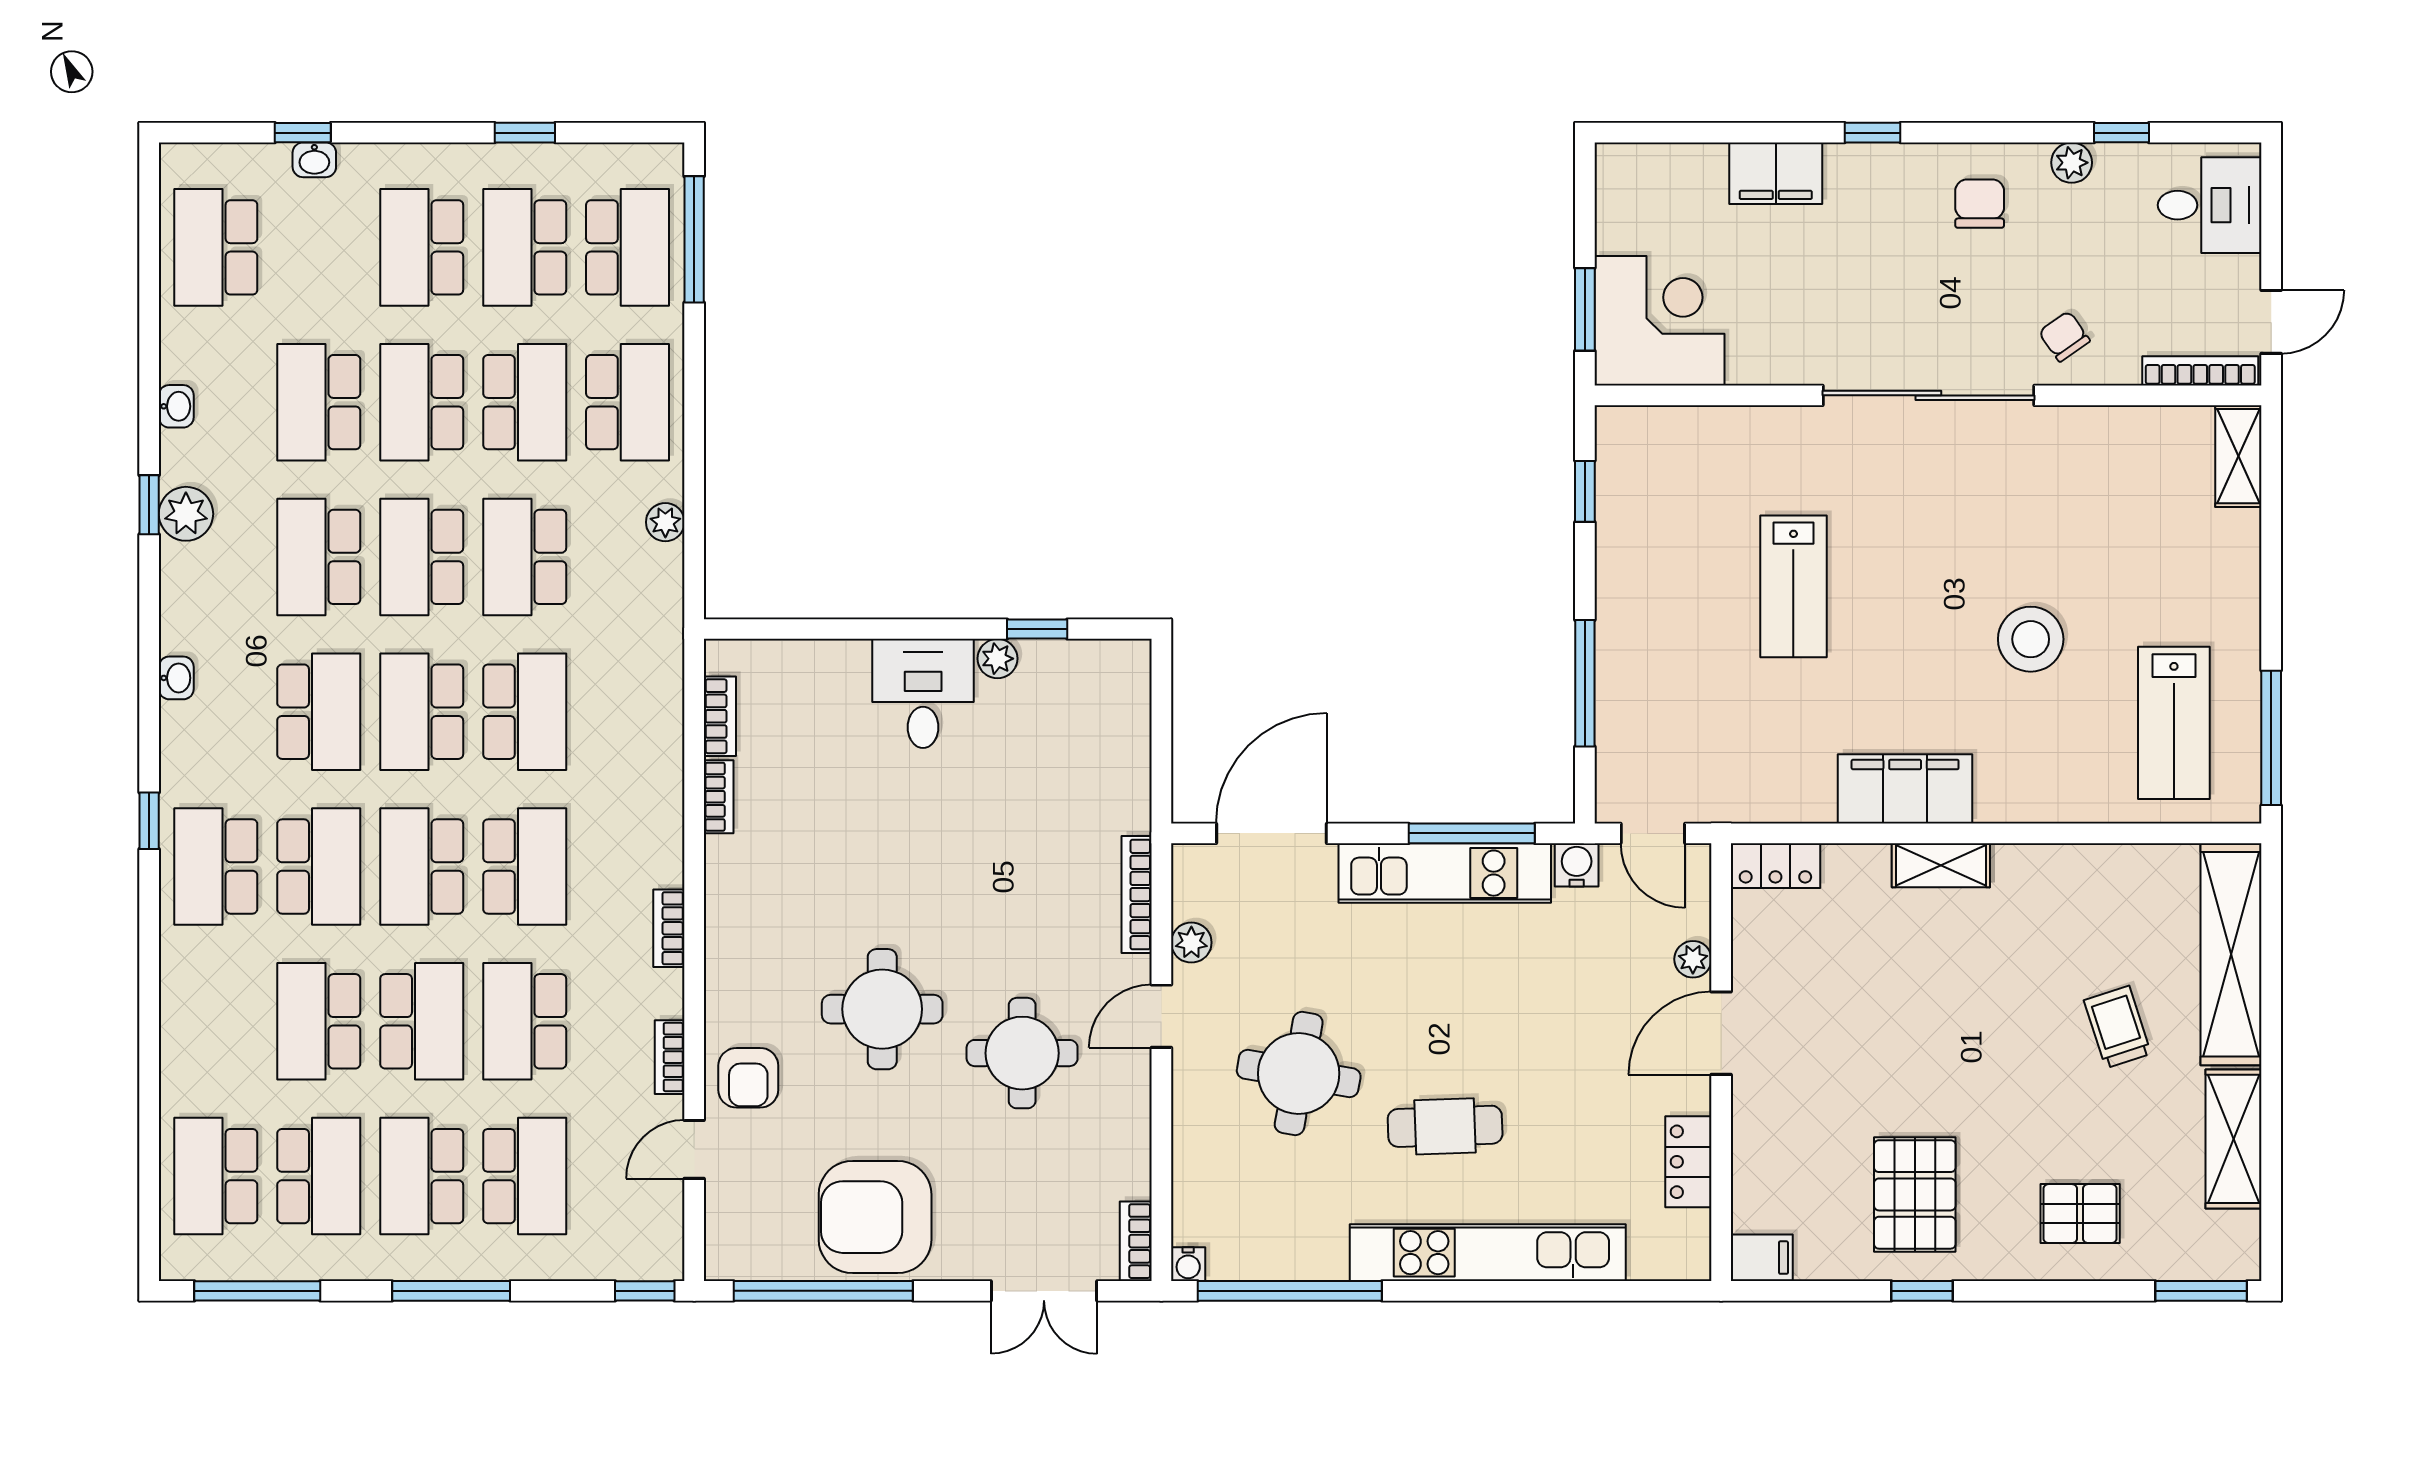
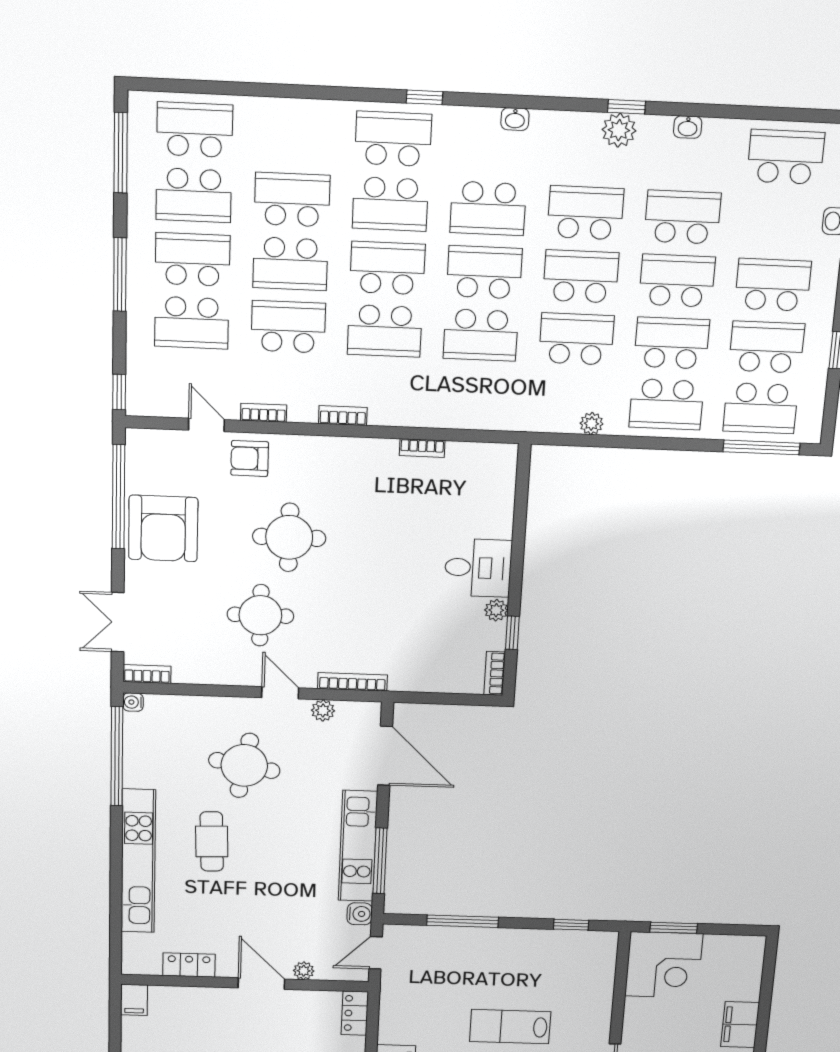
school desk: (525, 402) -> (672, 343), turned 180
bookcase: (720, 716) -> (495, 673), moved, turned 90
armchair: (875, 1217) -> (163, 528), turned 180

